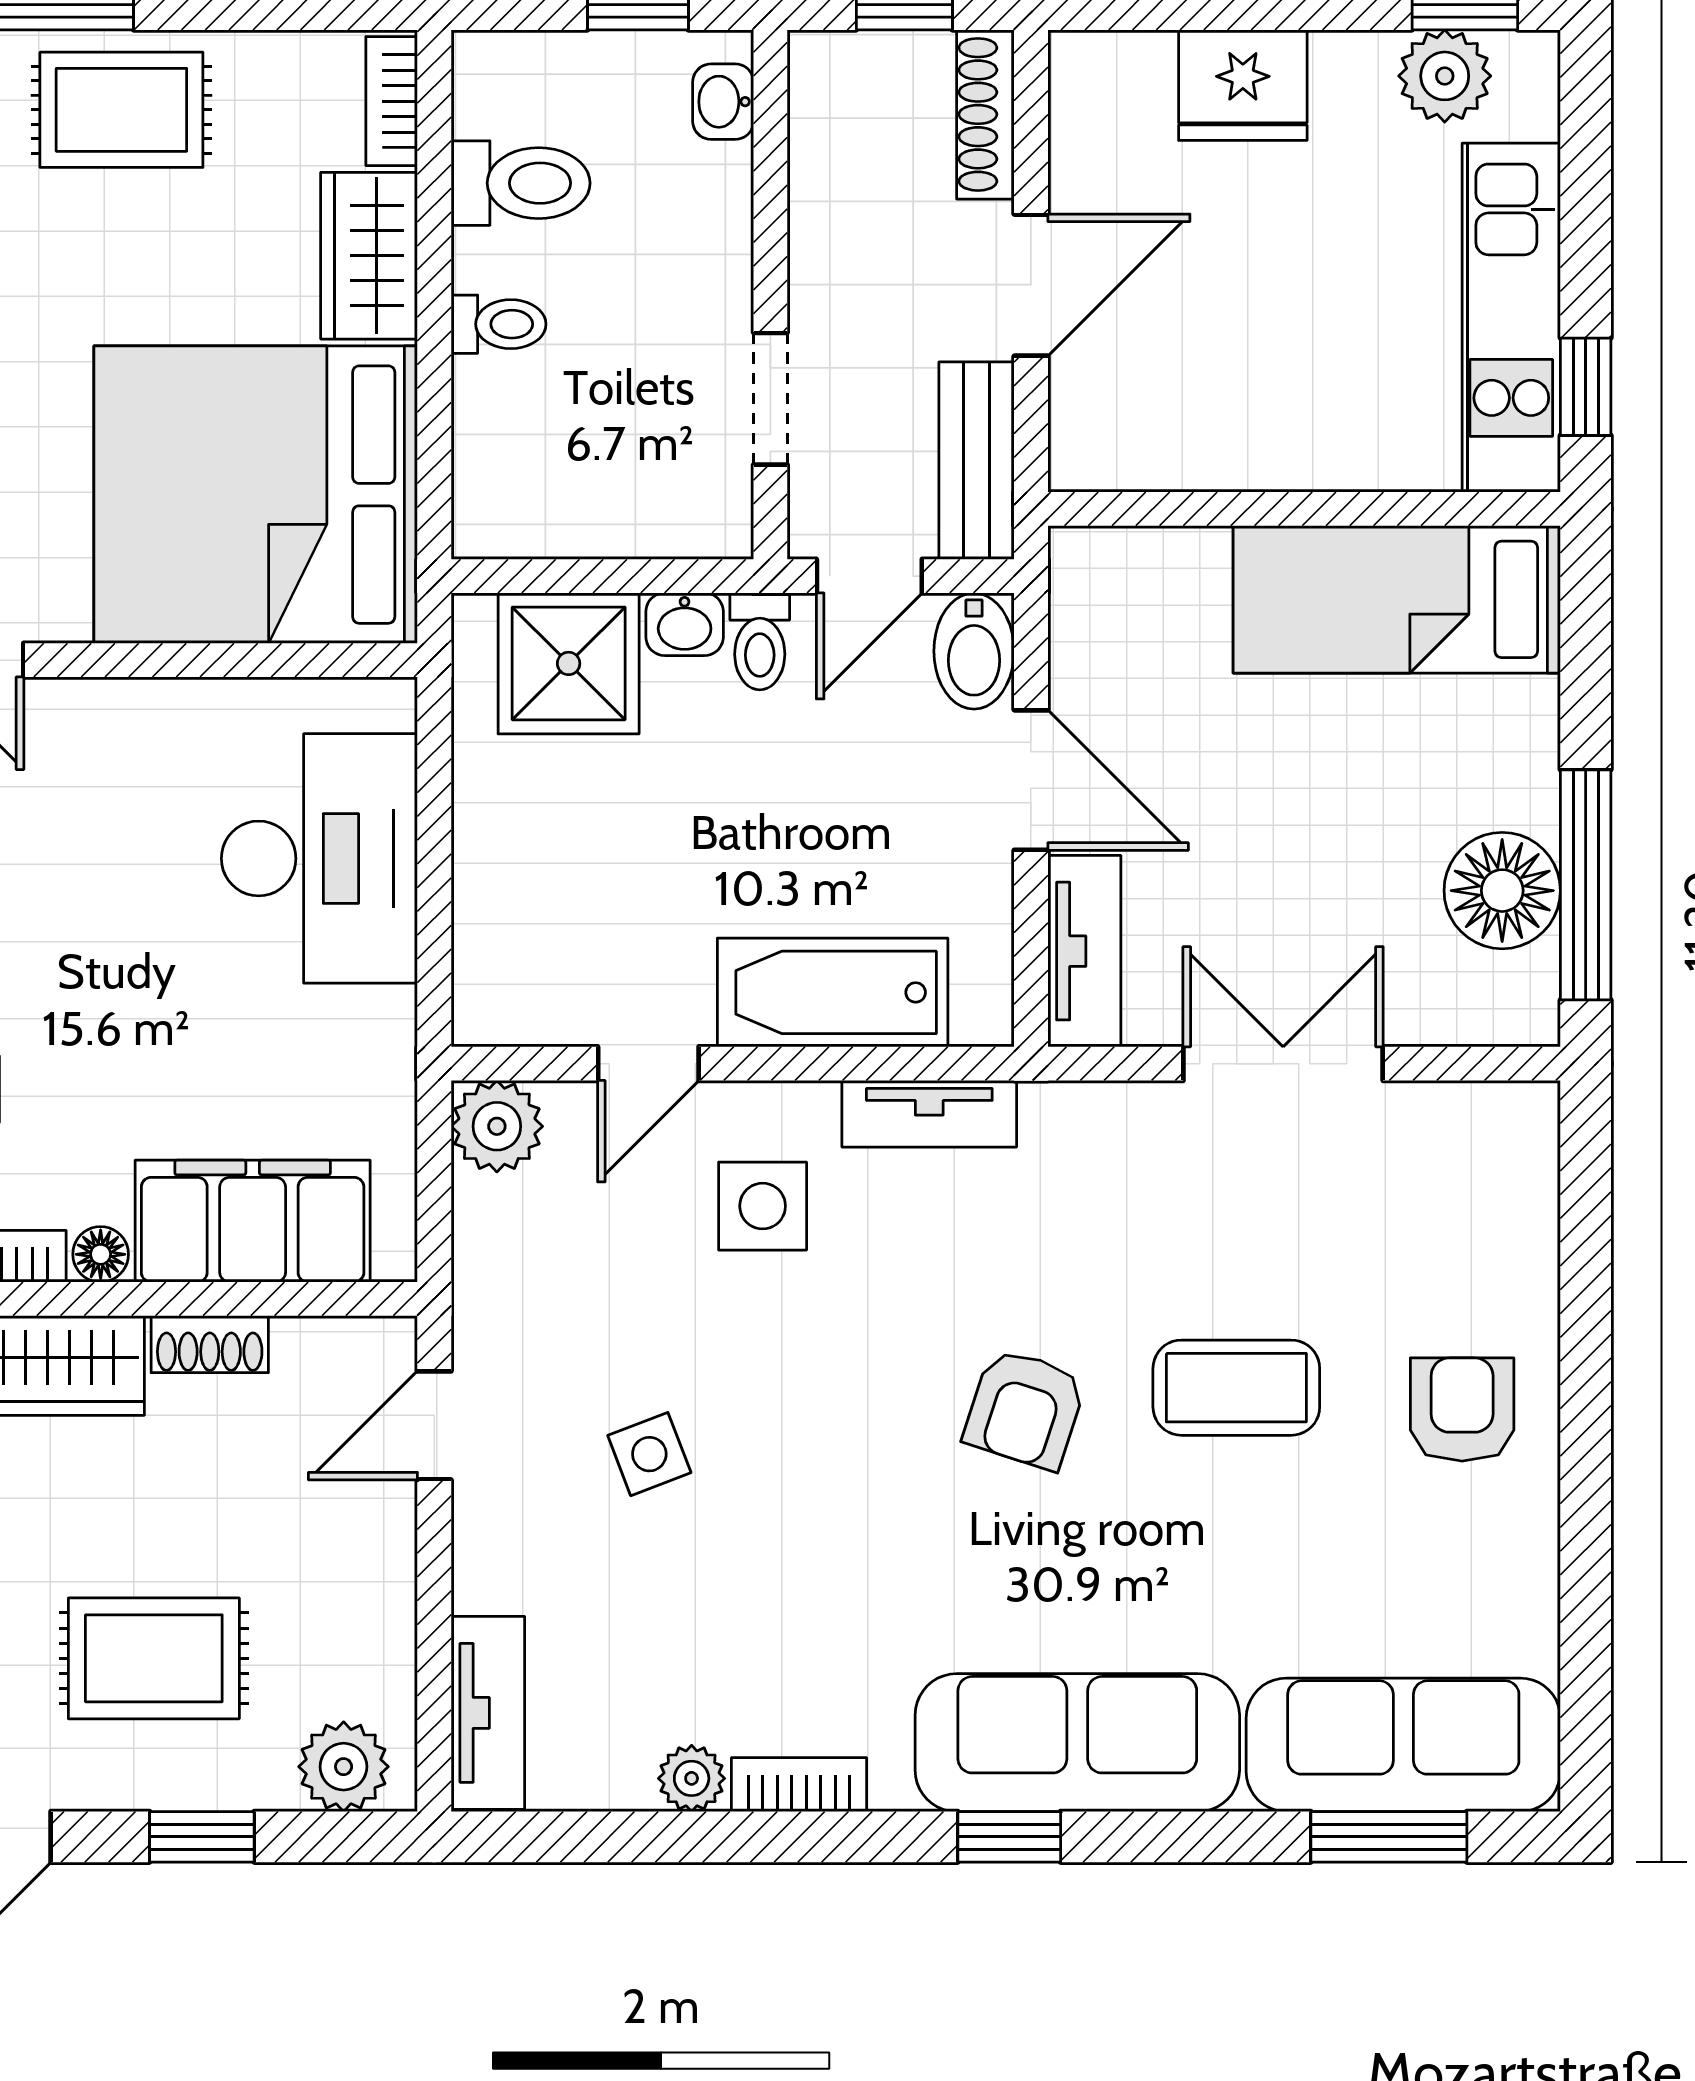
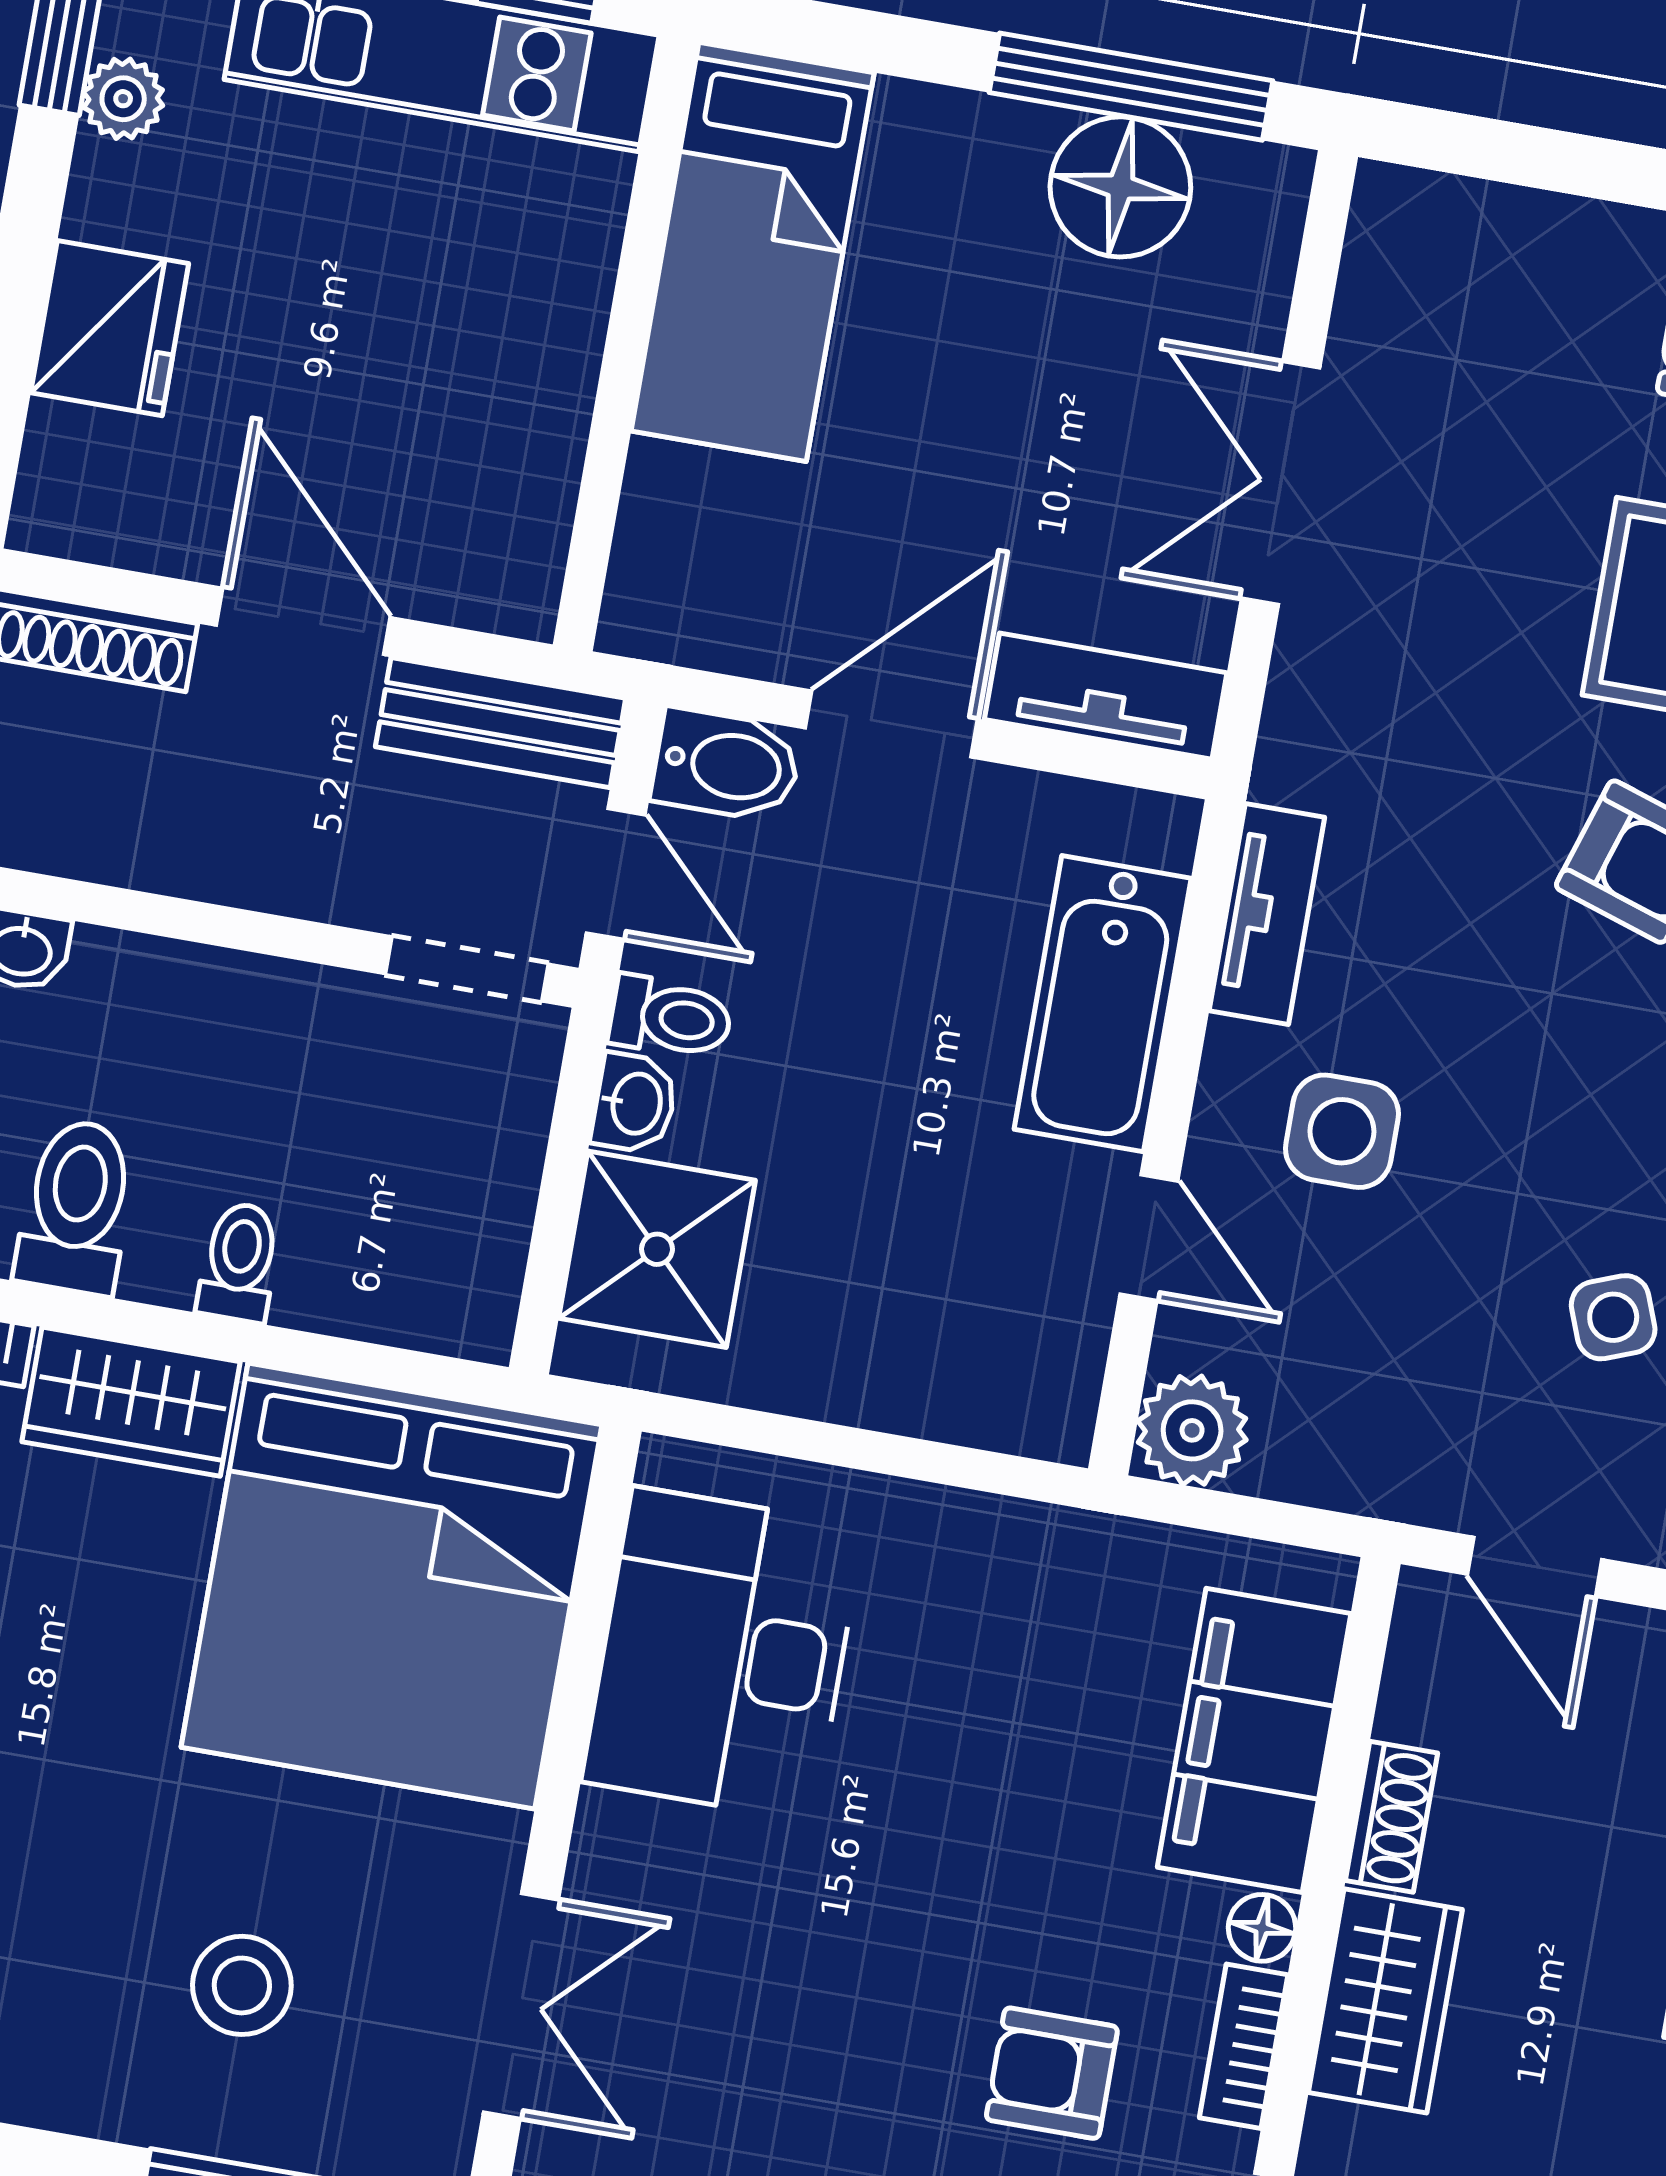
plant: (1445, 76) -> (123, 99), width x0.73, depth x0.73
doorway: (770, 399) -> (467, 969), moved
desk: (319, 858) -> (723, 1654), moved, turned -90

